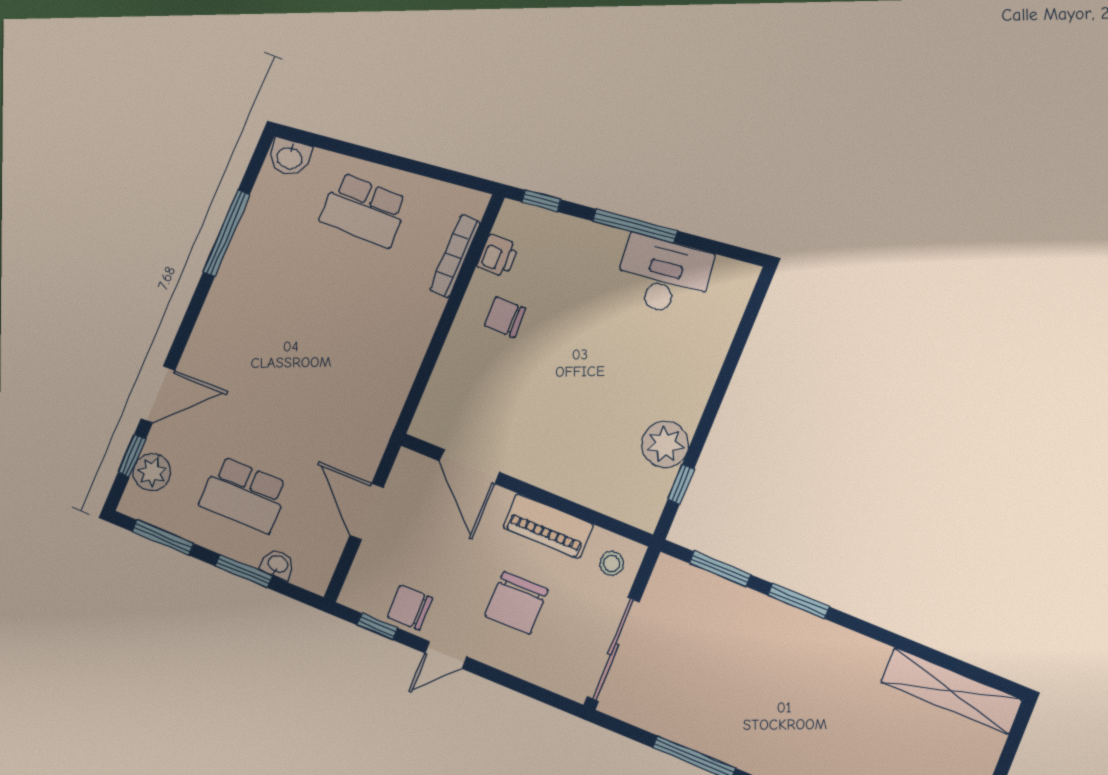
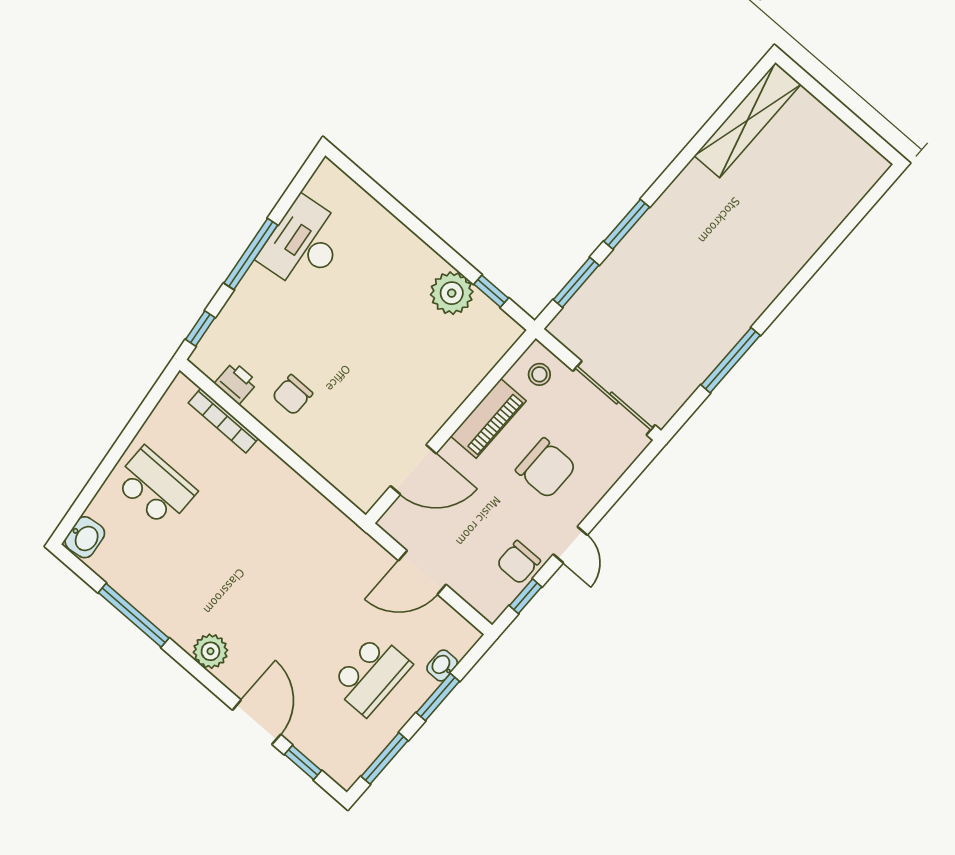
school desk: (364, 210) -> (155, 487), turned -90
plant: (152, 472) -> (210, 651), moved

